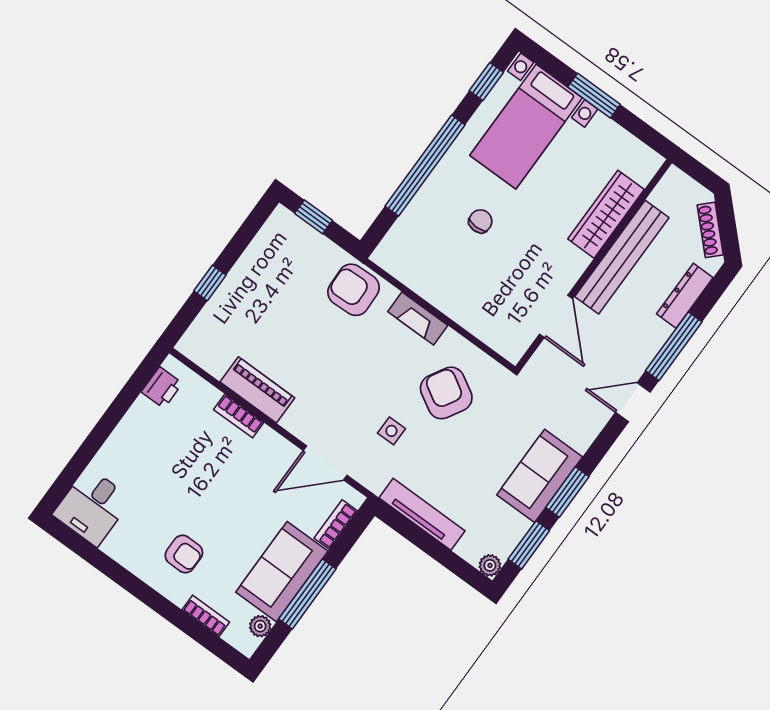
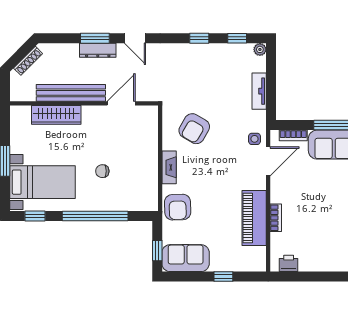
dresser: (685, 296) -> (98, 50), moved
window: (674, 346) -> (95, 38), width x0.69
piano: (257, 390) -> (254, 218), width x1.37, depth x1.33
side table: (391, 431) -> (254, 139), moved
door: (325, 463) -> (268, 161), hinge flipped
sofa: (540, 476) -> (186, 258), moved, turned 180
window: (567, 492) -> (199, 38), width x0.67
tv unit: (422, 514) -> (259, 91), width x0.71
window: (529, 545) -> (237, 38), width x0.67

